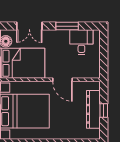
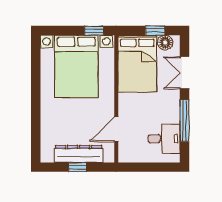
window: (67, 26) -> (185, 121), width x1.44
door: (62, 80) -> (116, 129), moved

